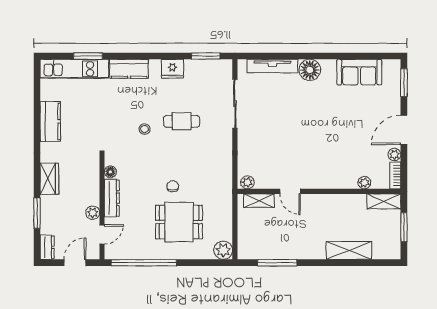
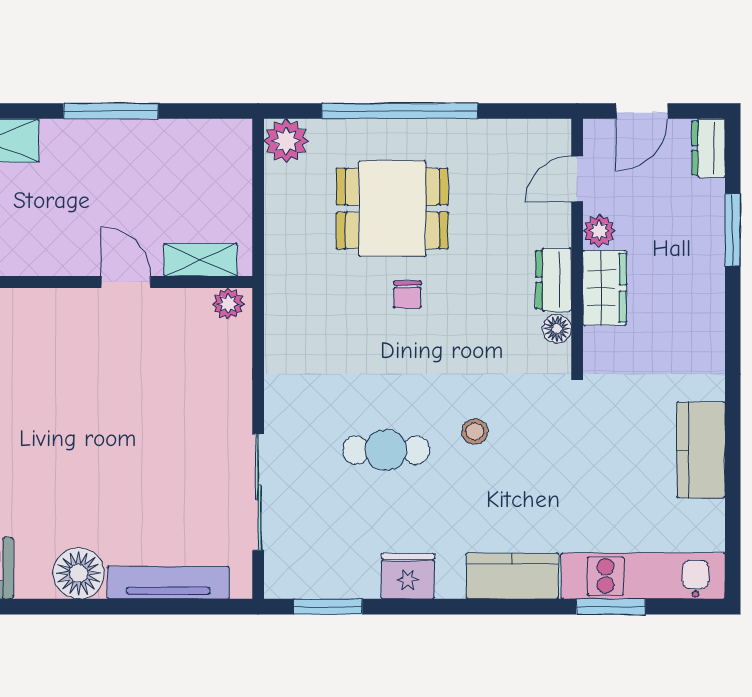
wardrobe: (49, 179) -> (605, 288), moved, turned 180
dresser: (112, 198) -> (554, 280), width x0.70
window: (144, 263) -> (400, 111), moved
window: (277, 263) -> (111, 111), moved

